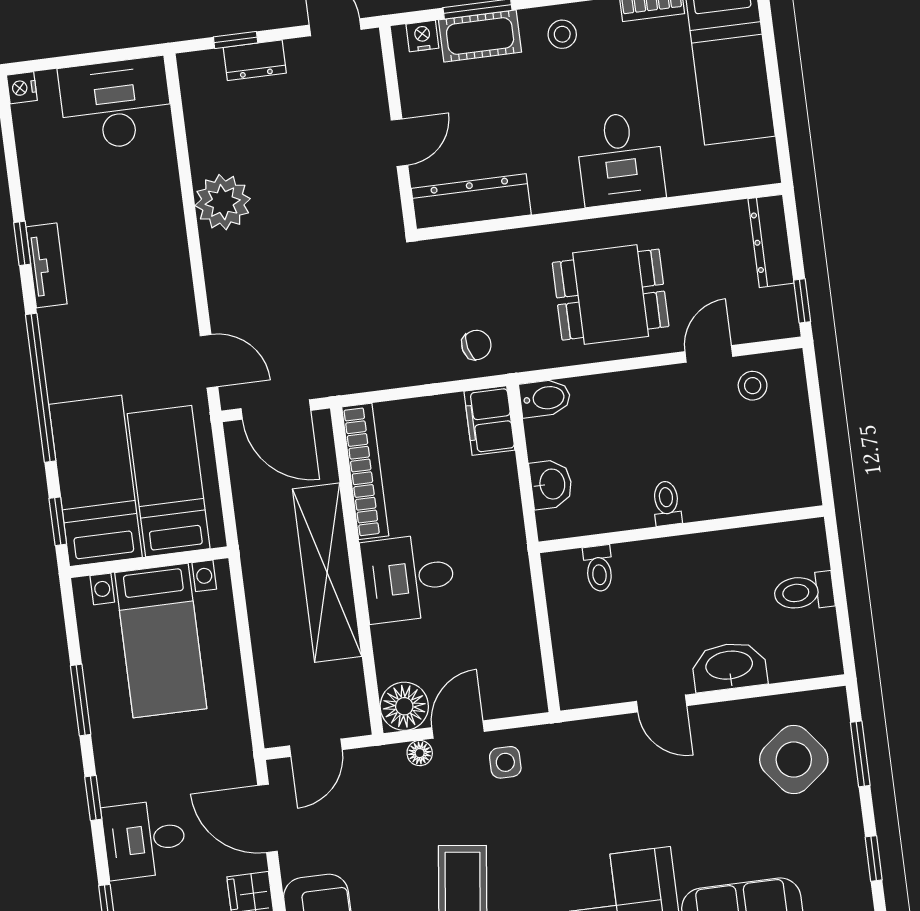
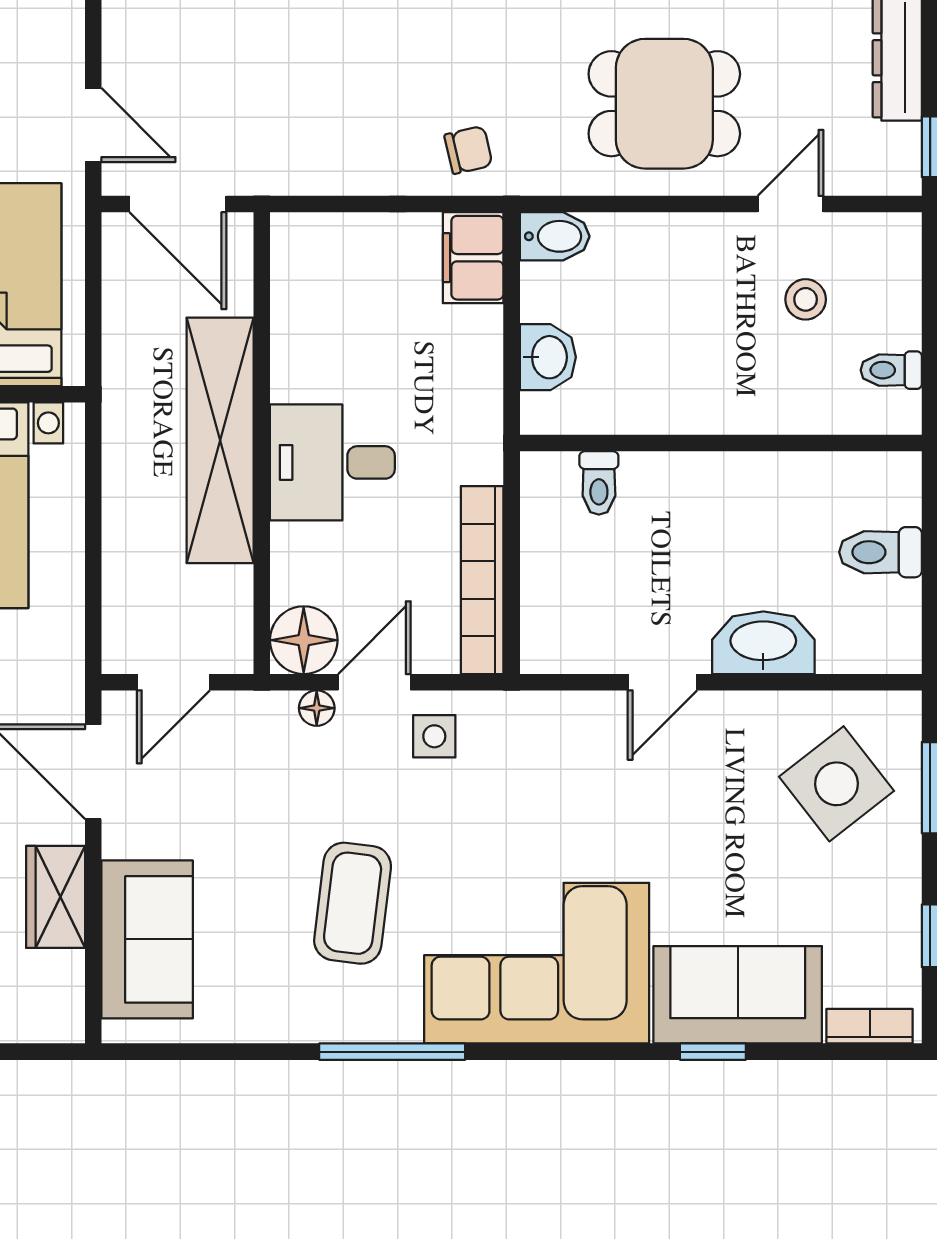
stool: (753, 386) -> (806, 299), moved
bookcase: (365, 471) -> (482, 580), moved, turned 180
toilet: (667, 503) -> (891, 370), moved, turned -90
door: (662, 703) -> (662, 682), hinge flipped

